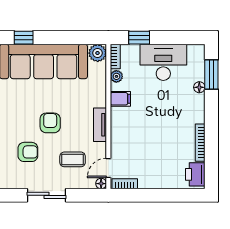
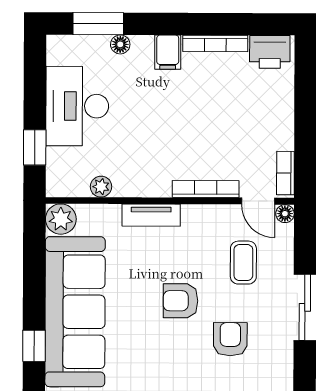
bookcase: (115, 56) -> (206, 189), moved, width x1.56
filing cabinet: (120, 99) -> (168, 52), moved, turned 180
tv unit: (100, 125) -> (151, 215), moved

